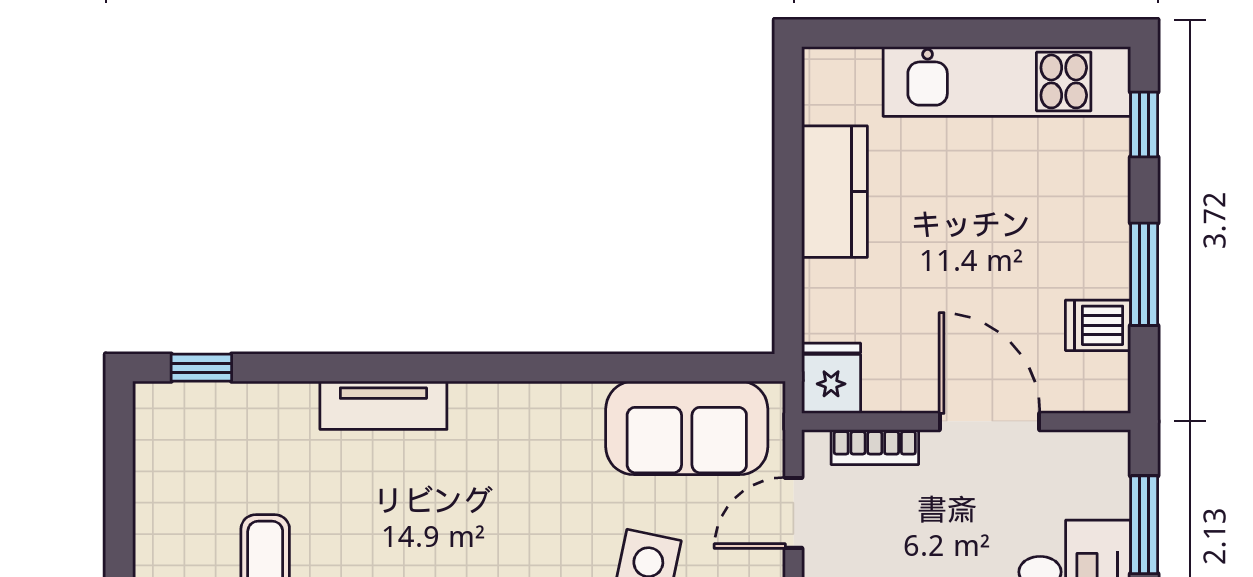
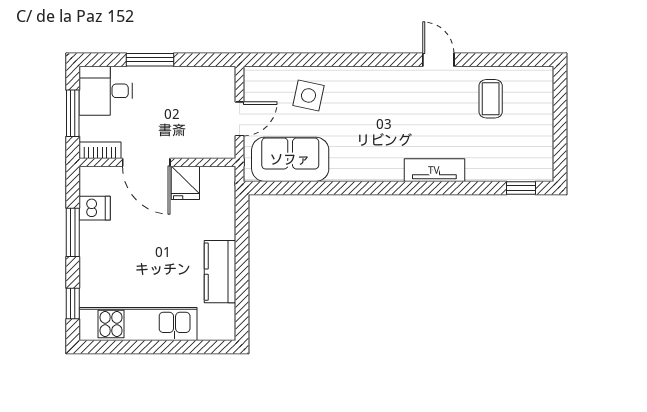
fridge: (831, 378) -> (185, 183), moved
bookcase: (875, 447) -> (100, 150), moved

